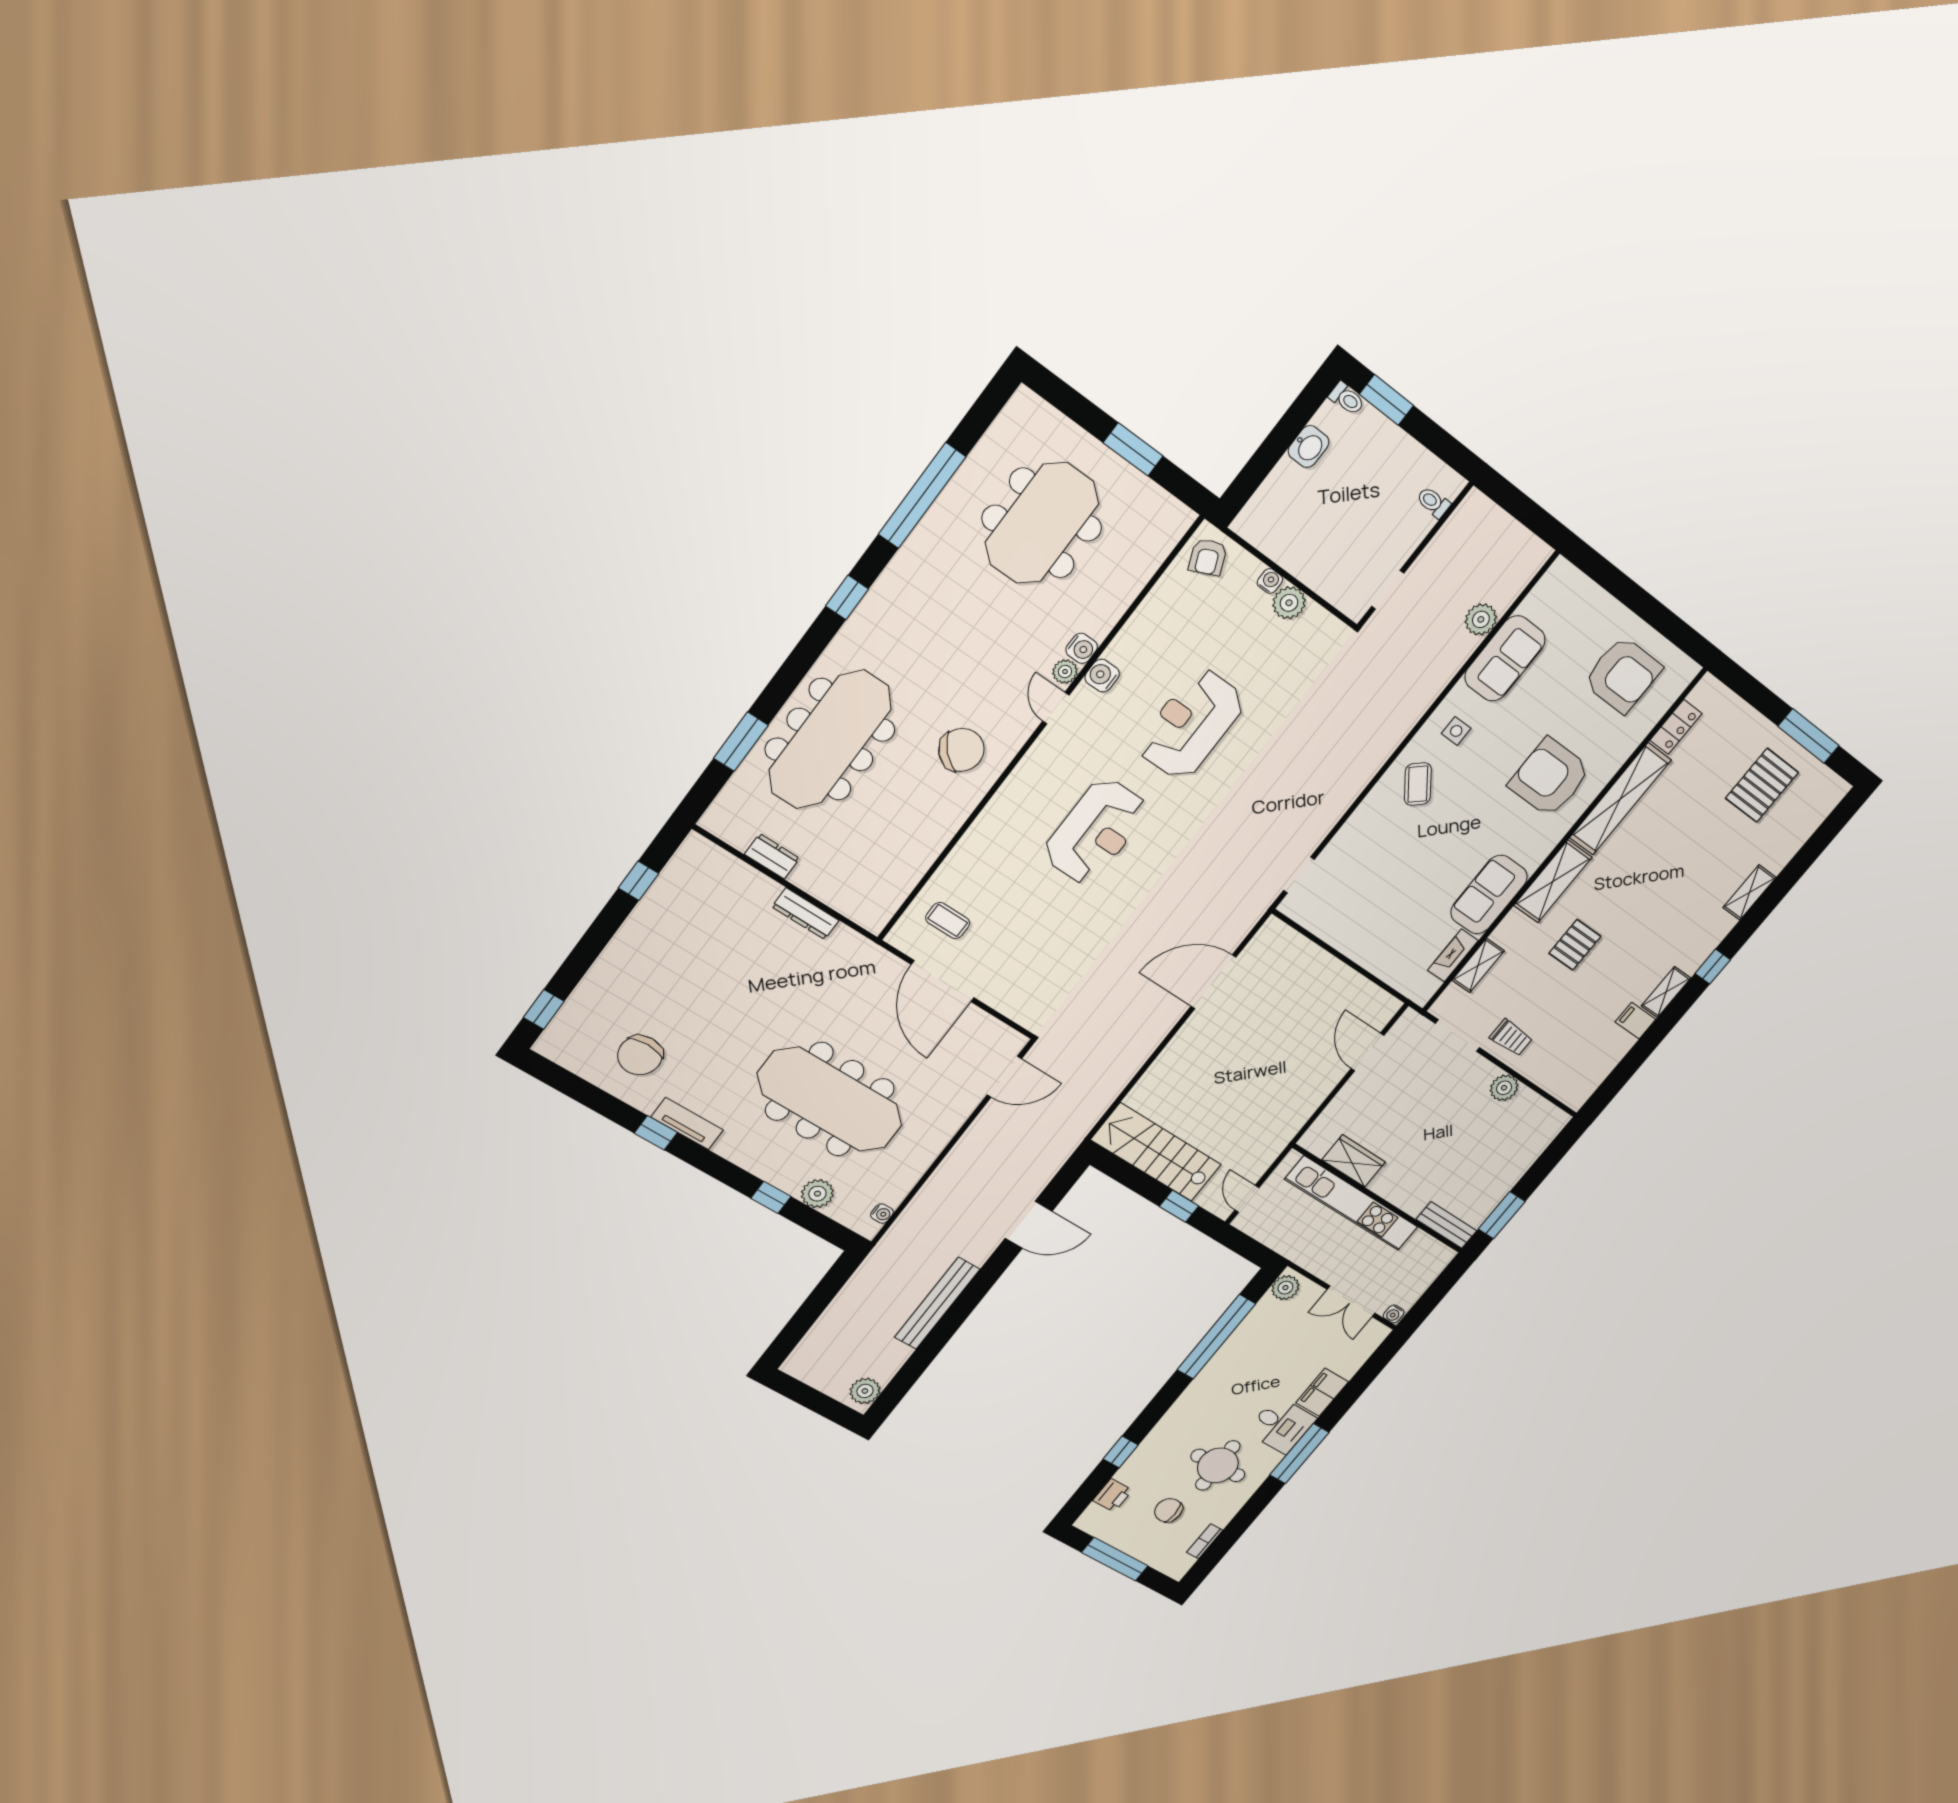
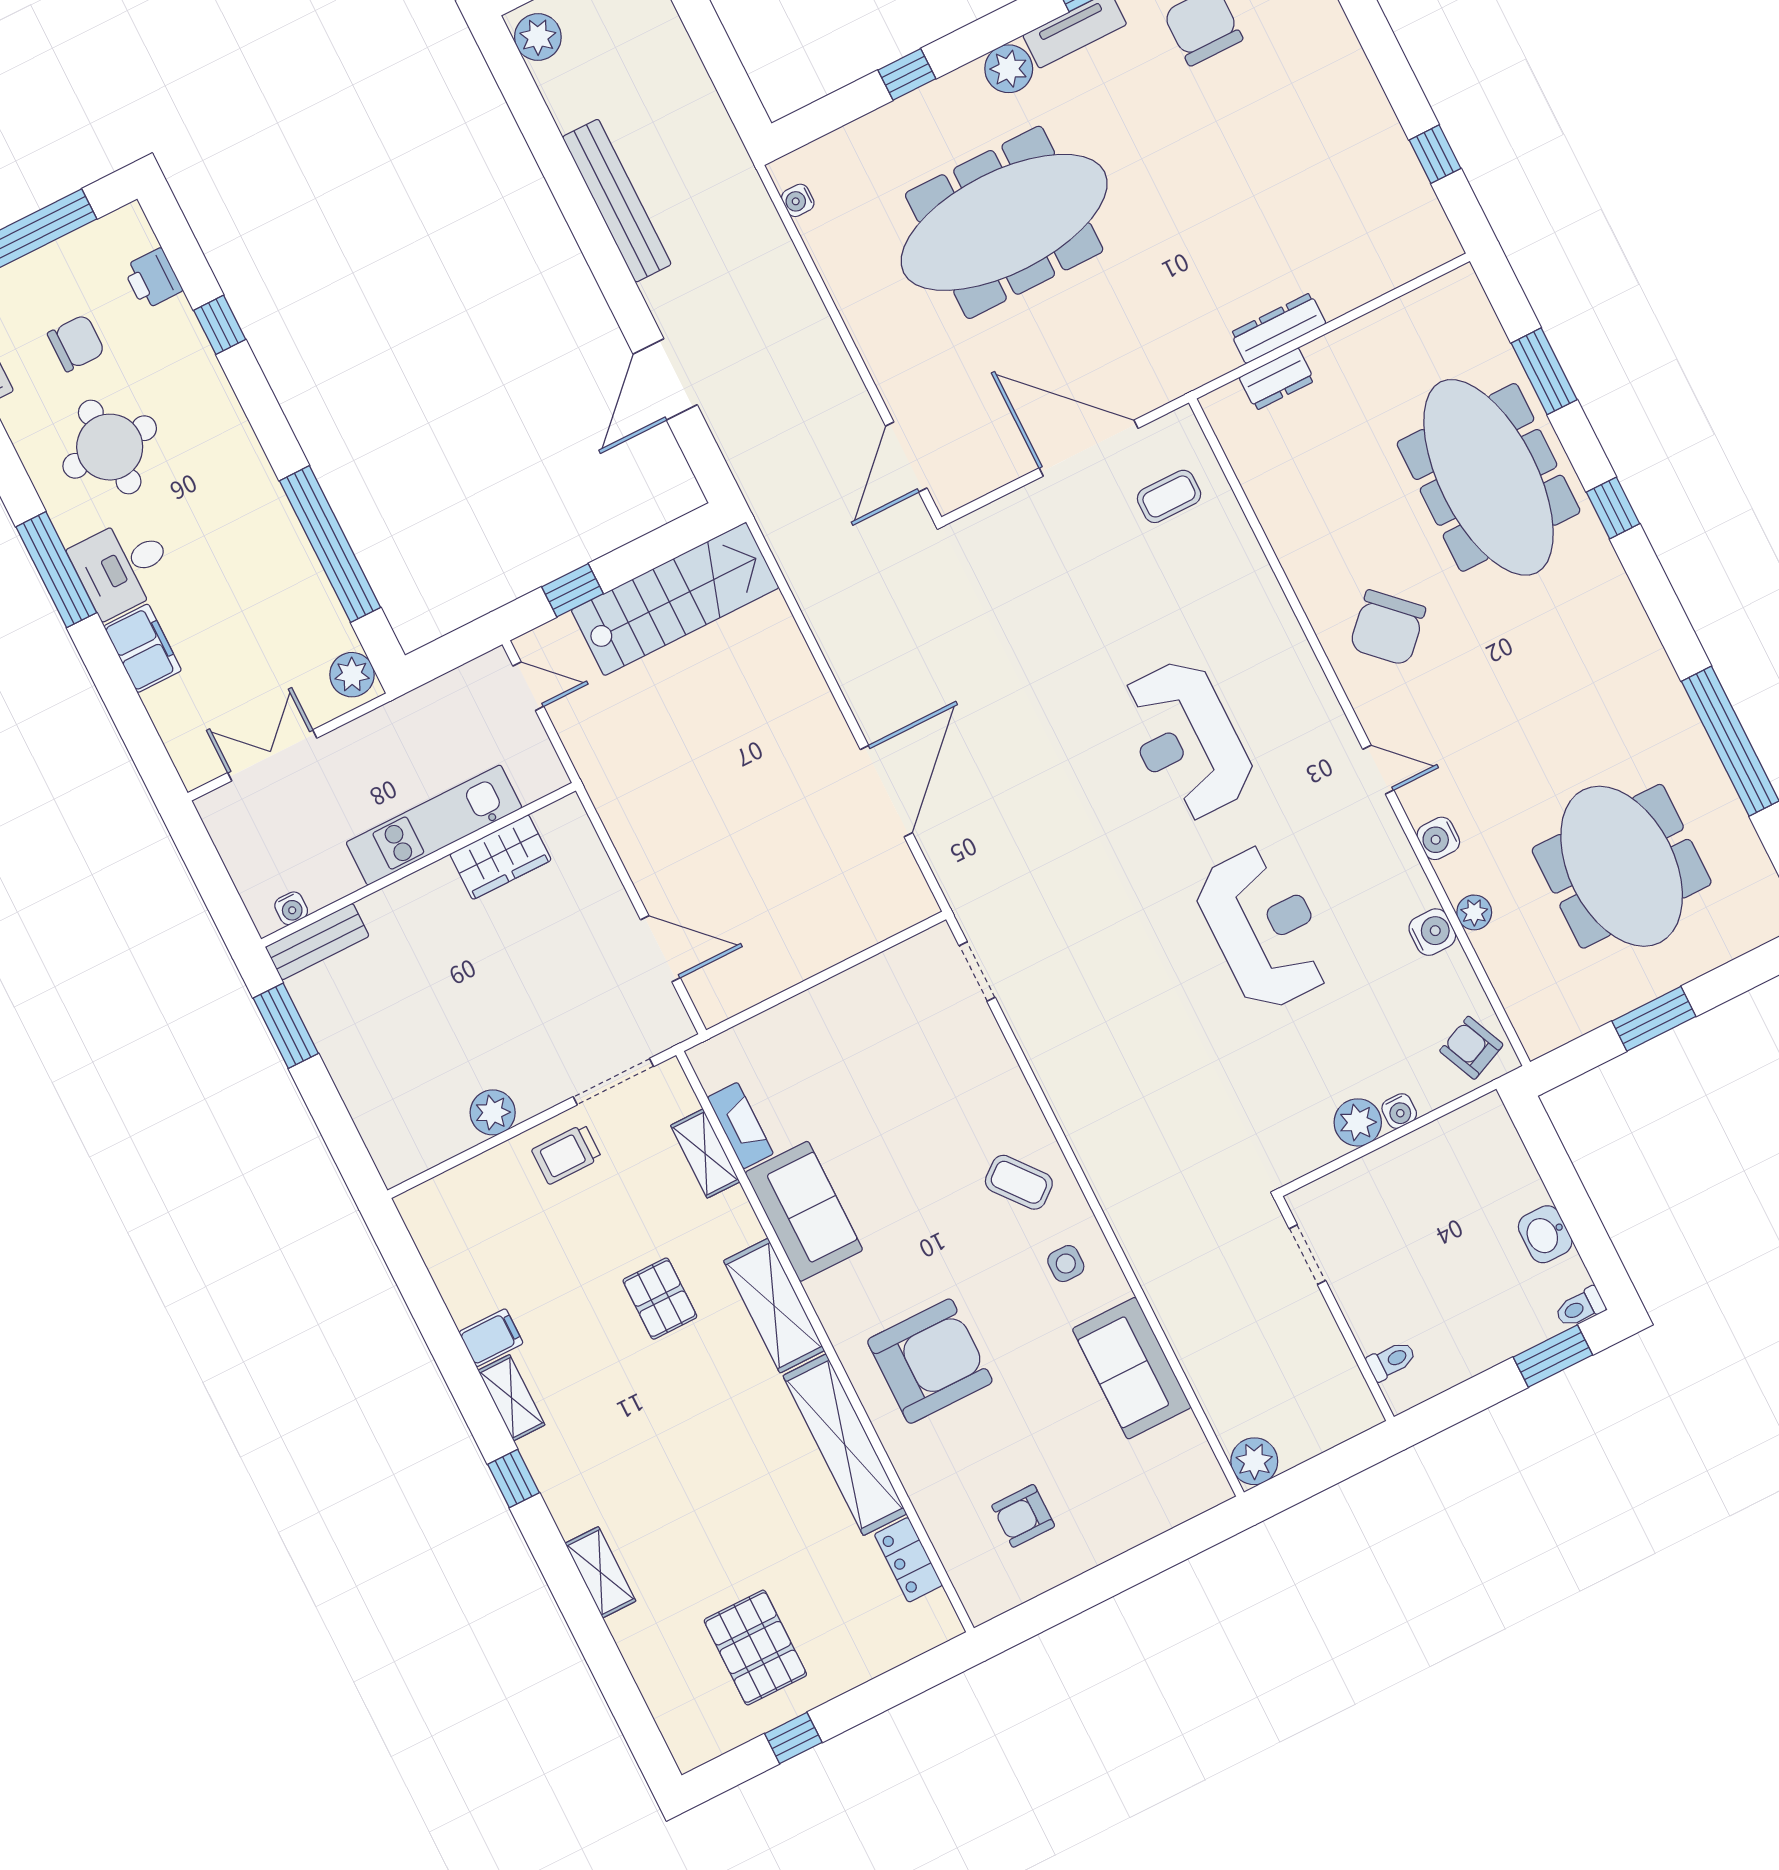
window: (847, 598) -> (1613, 508), moved
plant: (1481, 619) -> (1254, 1461), moved
plant: (1065, 672) -> (1474, 912), moved
armchair: (1623, 675) -> (1023, 1516), width x0.53, depth x0.53
water cooler: (1102, 676) -> (1432, 932), moved
window: (1808, 736) -> (793, 1738), width x0.46
dresser: (772, 856) -> (1277, 379), moved
plant: (817, 1194) -> (1009, 69), moved
kitchen unit: (1352, 1203) -> (434, 825), width x0.73
water cooler: (1394, 1314) -> (291, 908), moved, turned 180

